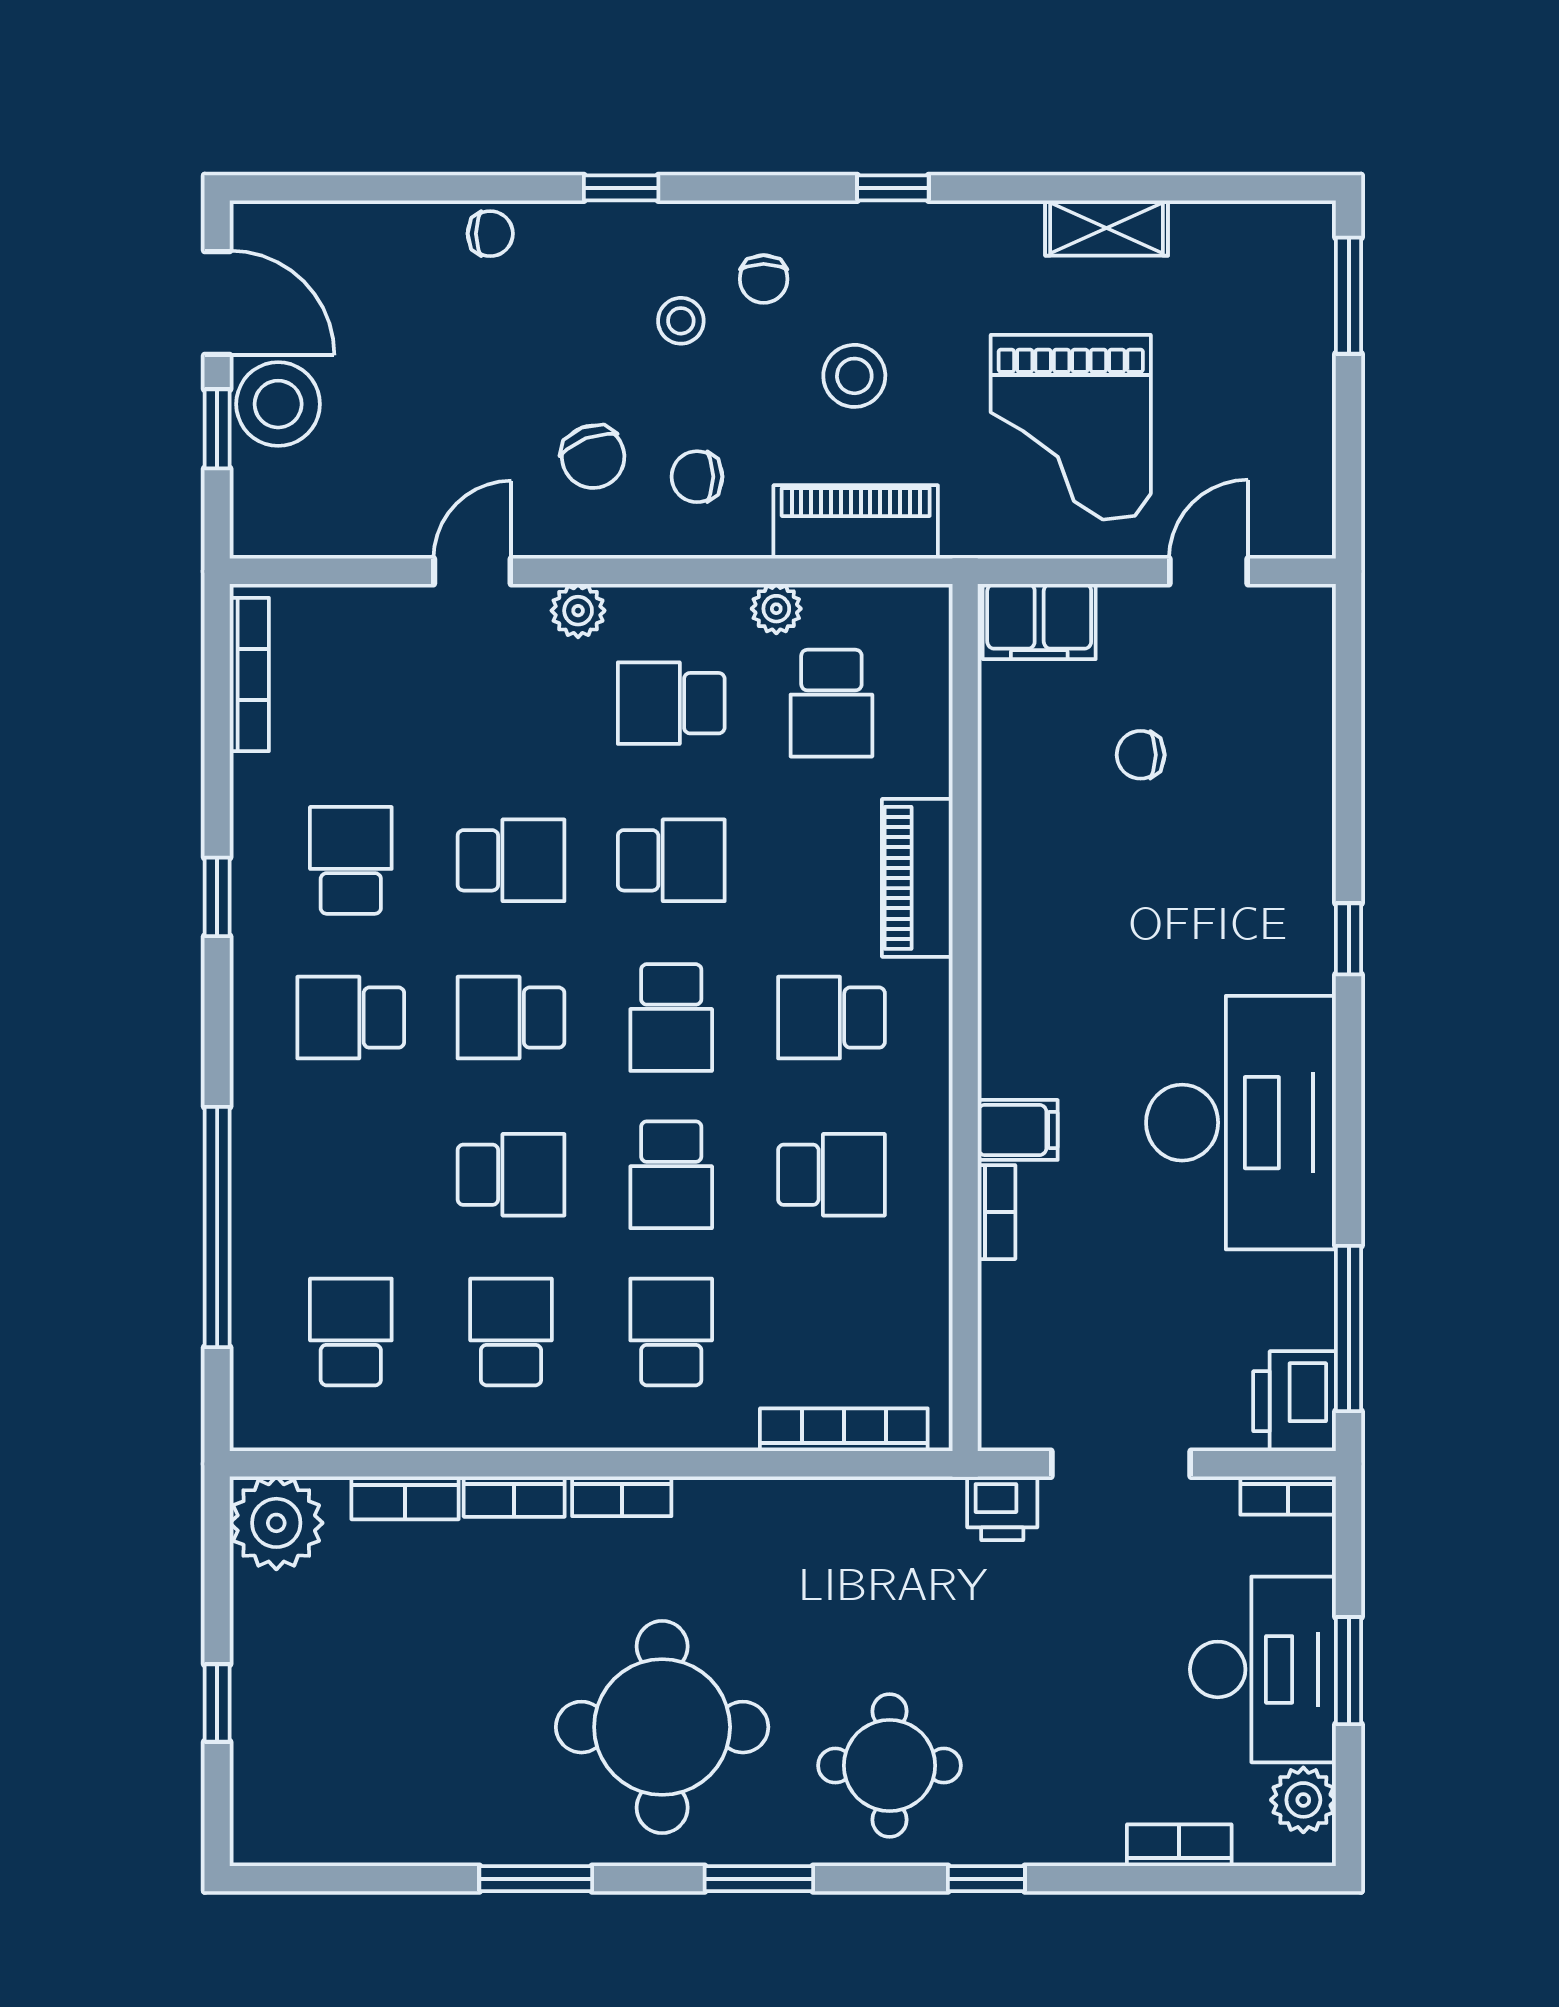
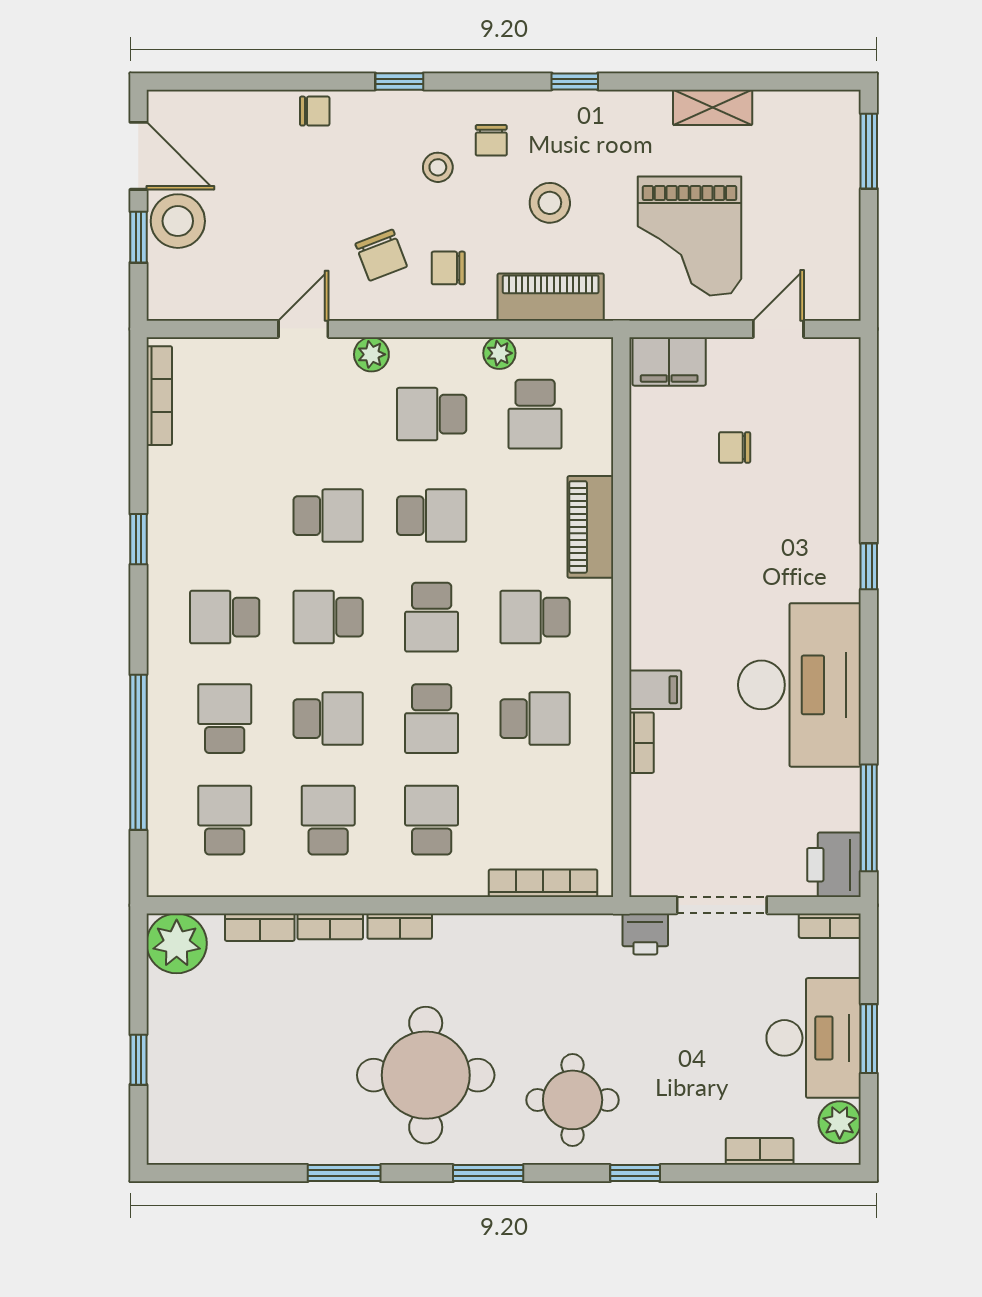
school desk: (351, 860) -> (225, 719), moved

